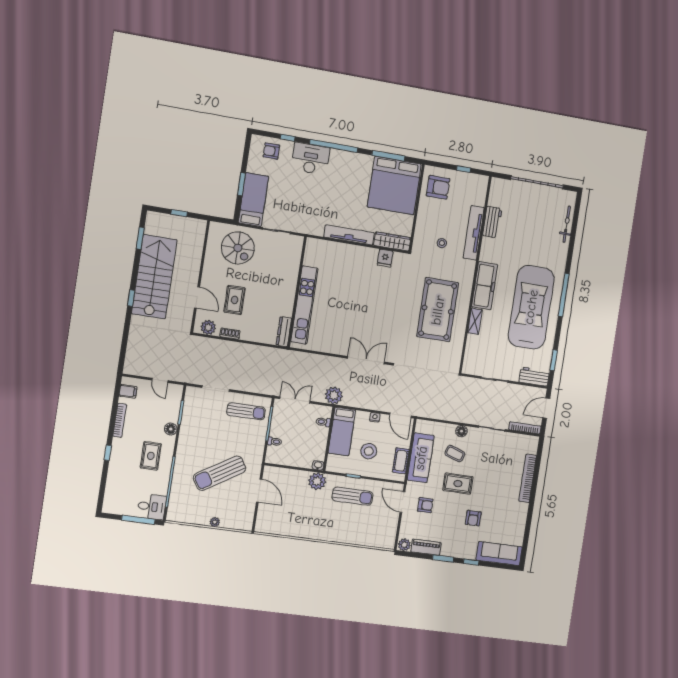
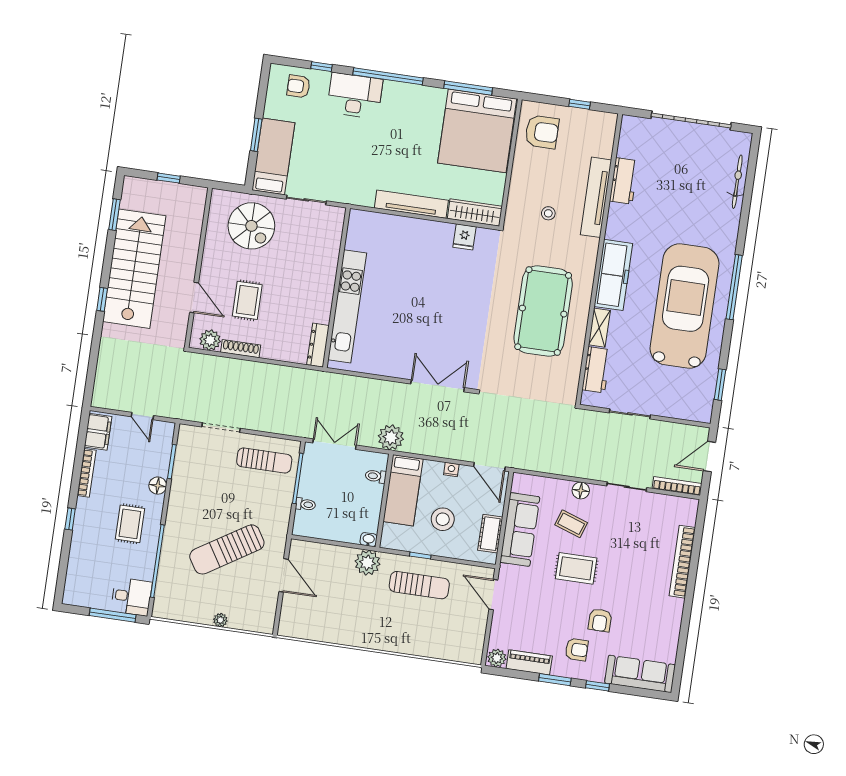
shoe rack: (230, 334) -> (241, 349), width x1.43
workbench: (534, 377) -> (596, 370), moved, turned 90
filing cabinet: (128, 391) -> (98, 432), width x2.00
armchair: (425, 505) -> (577, 650), moved

